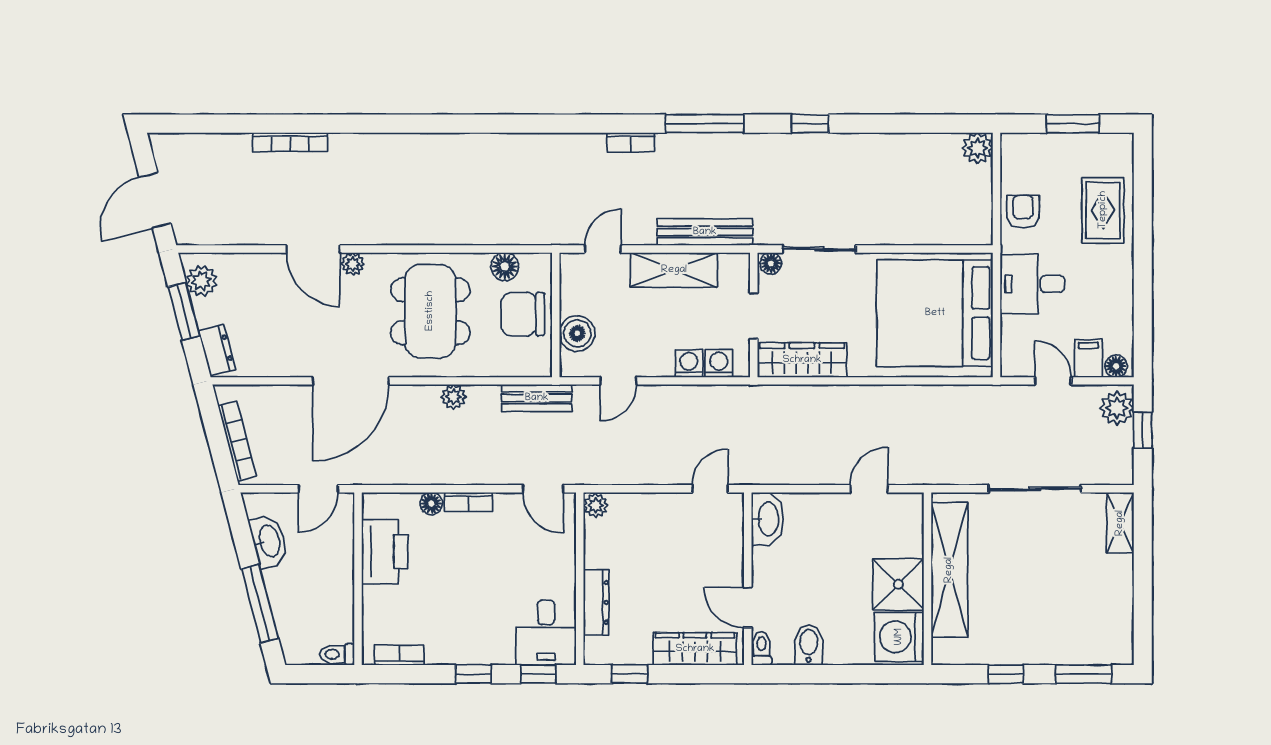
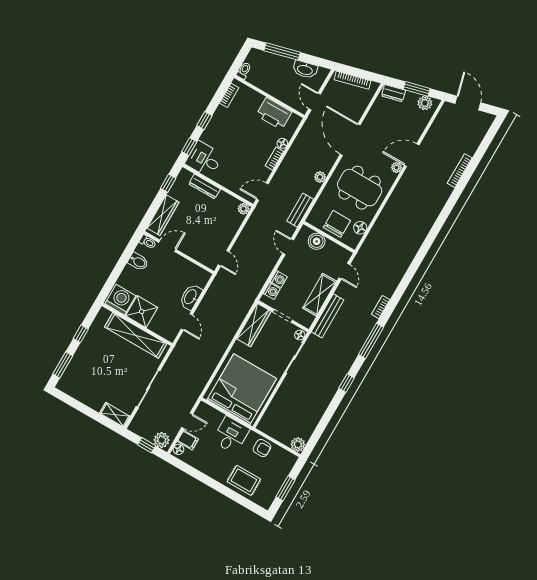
washbasin: (767, 519) -> (191, 297), moved, turned 90

